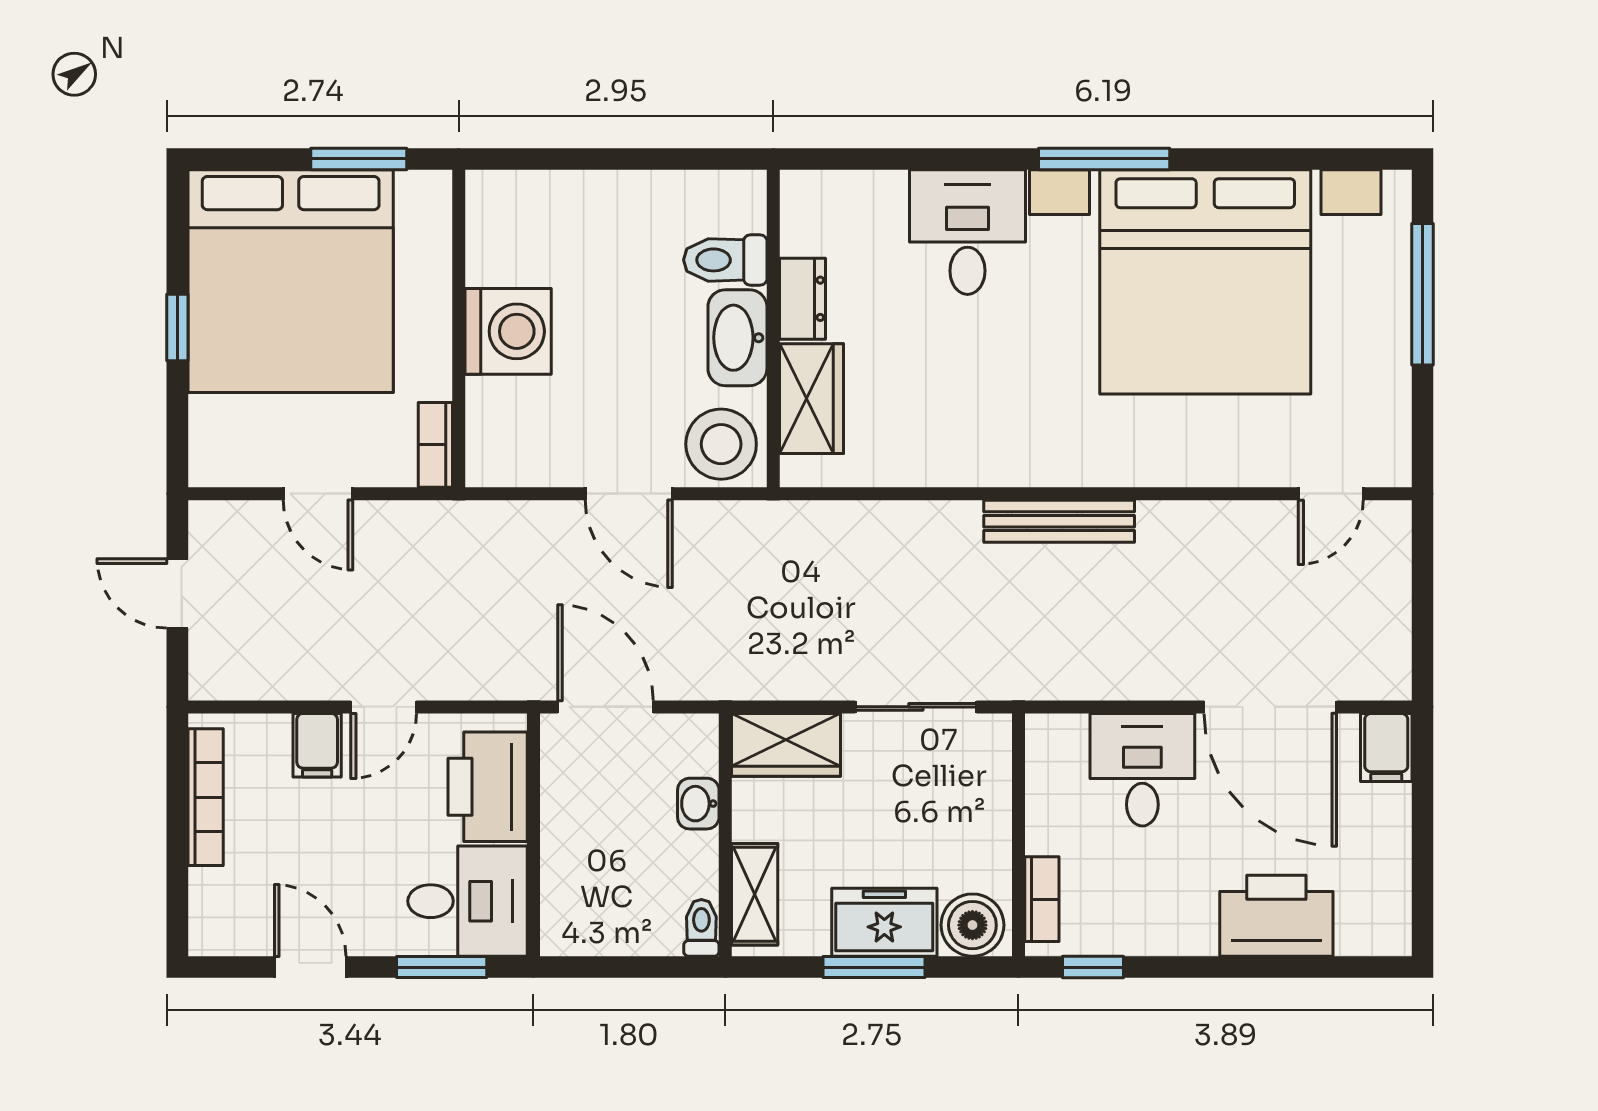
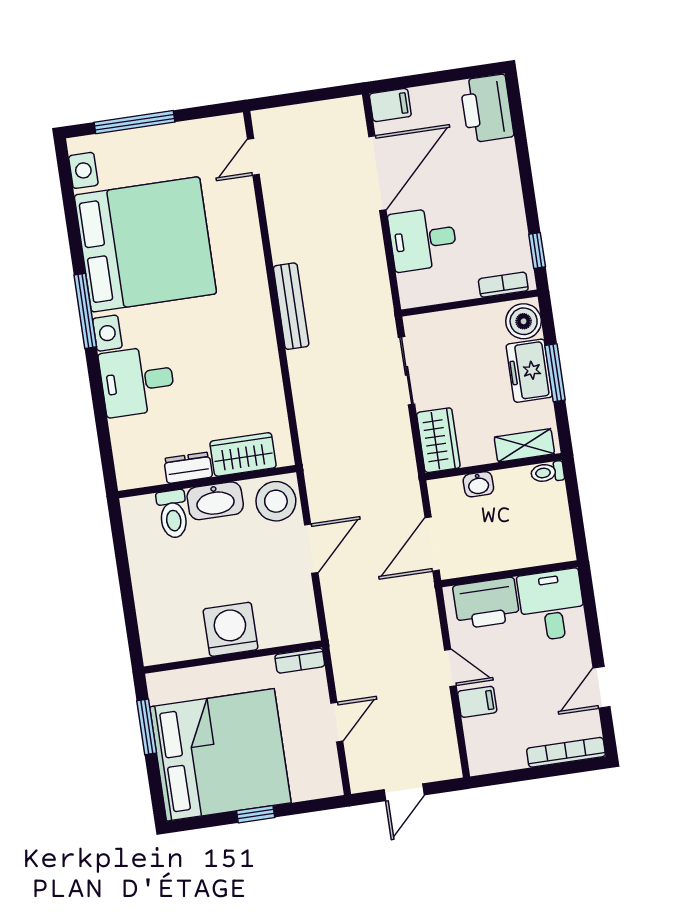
door: (1331, 494) -> (253, 157), swing flipped
bookcase: (206, 797) -> (566, 752), moved
printer: (1276, 916) -> (487, 108), moved
window: (442, 967) -> (591, 614), removed

